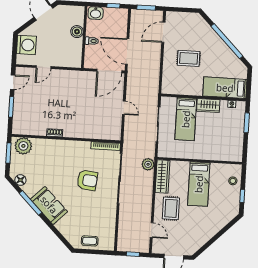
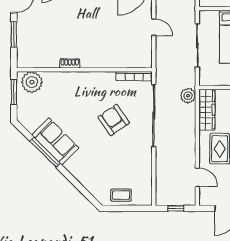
floor lamp: (20, 180) -> (31, 125), removed
armchair: (87, 180) -> (114, 120), turned -131
sofa: (49, 205) -> (55, 141), moved

